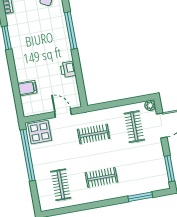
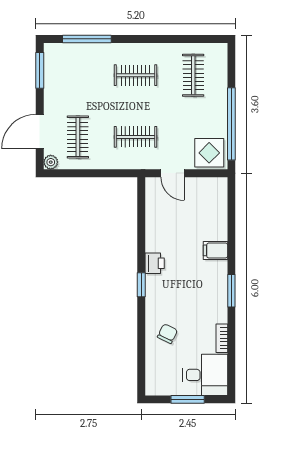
window: (71, 31) -> (141, 285), width x0.46
printer: (68, 69) -> (155, 263), moved
filing cabinet: (27, 88) -> (215, 250), moved
window: (140, 197) -> (87, 39), width x1.44

